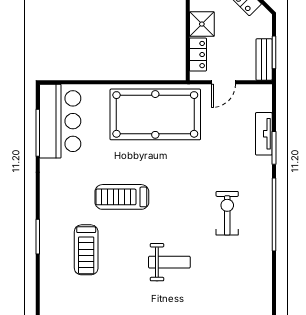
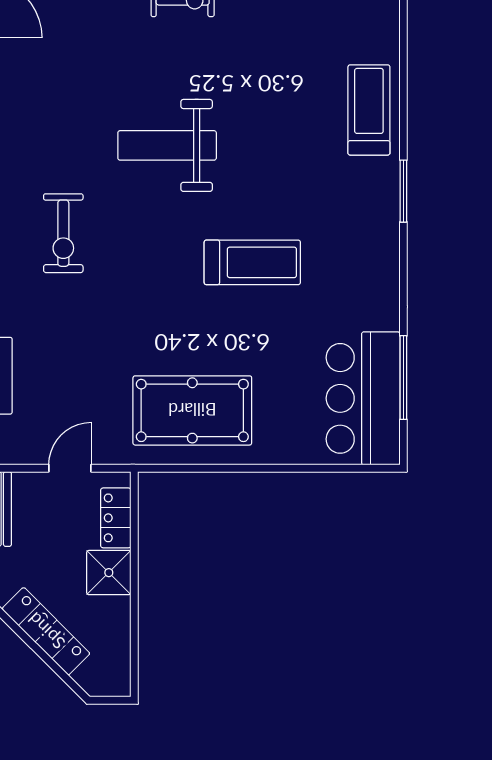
pool table: (155, 114) -> (192, 410), width x0.73, depth x0.76
treadmill: (86, 250) -> (369, 110), moved
weight bench: (169, 262) -> (167, 145), width x1.36, depth x1.33

